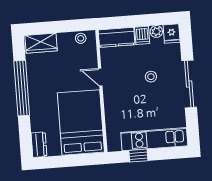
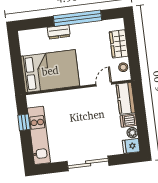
wardrobe: (41, 43) -> (119, 44), moved
door: (100, 77) -> (104, 84), moved
stool: (151, 77) -> (93, 130), removed
dresser: (39, 145) -> (59, 32), moved

